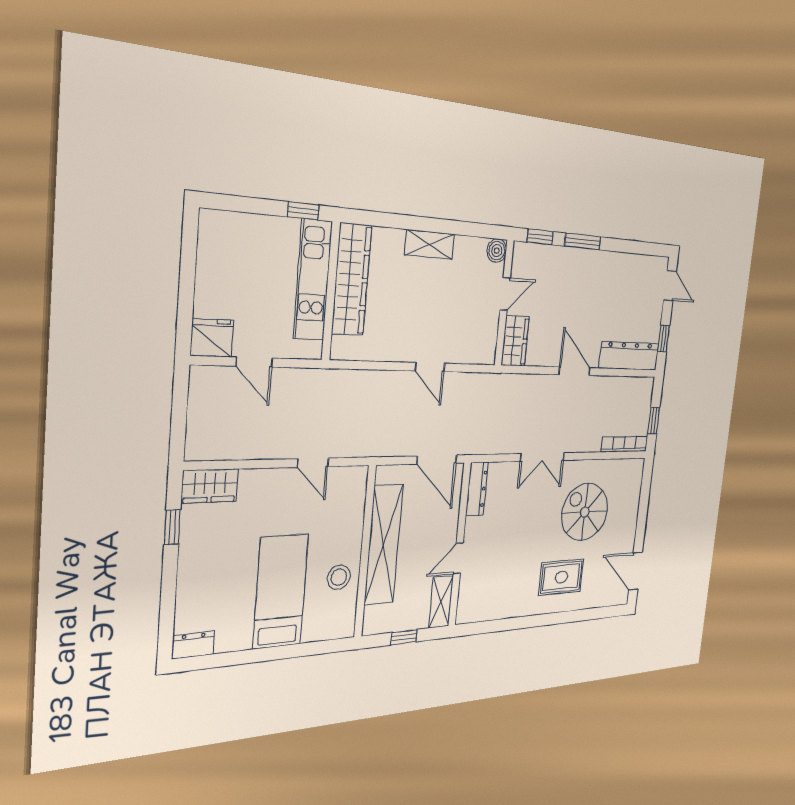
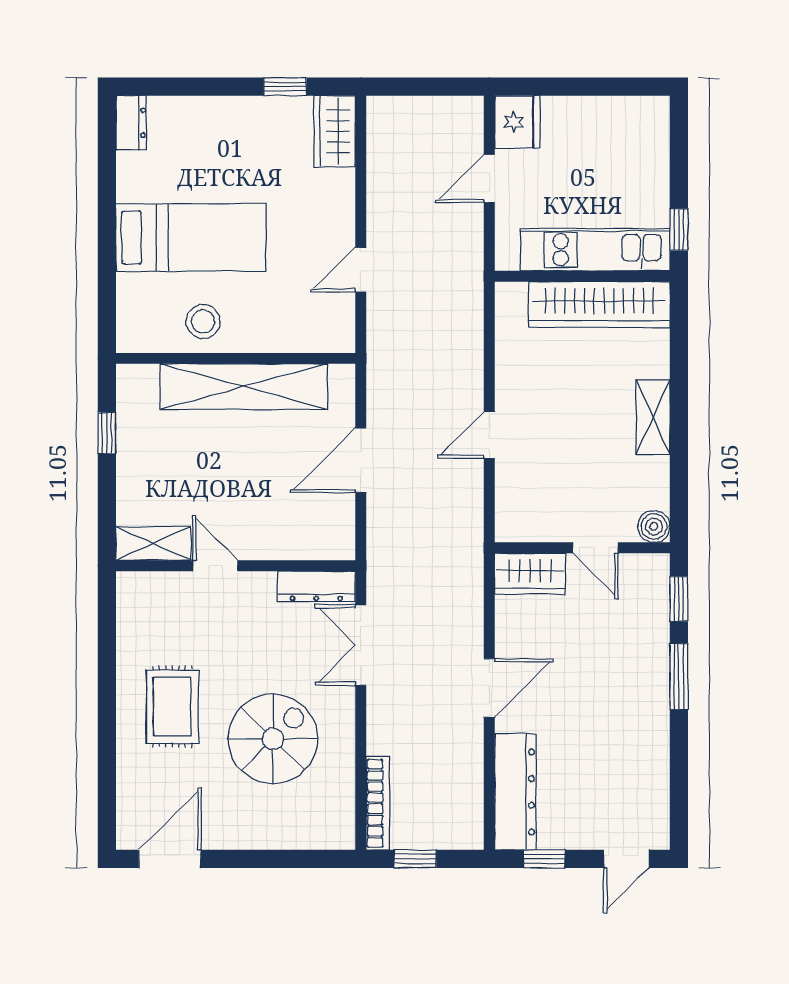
dresser: (477, 489) -> (316, 586), moved
wall: (459, 545) -> (236, 566), moved
door: (458, 558) -> (215, 566), moved
shelving: (441, 602) -> (153, 543), moved

